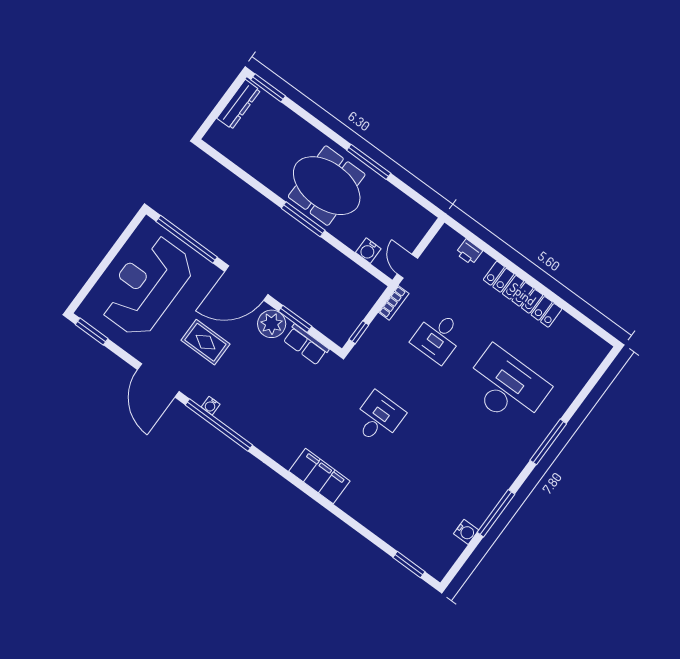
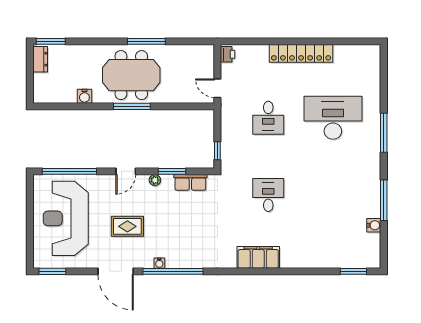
dresser: (239, 104) -> (40, 59), width x0.70
water cooler: (368, 251) -> (84, 96), moved
printer: (469, 252) -> (228, 54), moved, turned -90
door: (246, 283) -> (126, 171), width x0.53
bookcase: (394, 303) -> (226, 117), removed
plant: (272, 324) -> (155, 180), width x0.53, depth x0.53

